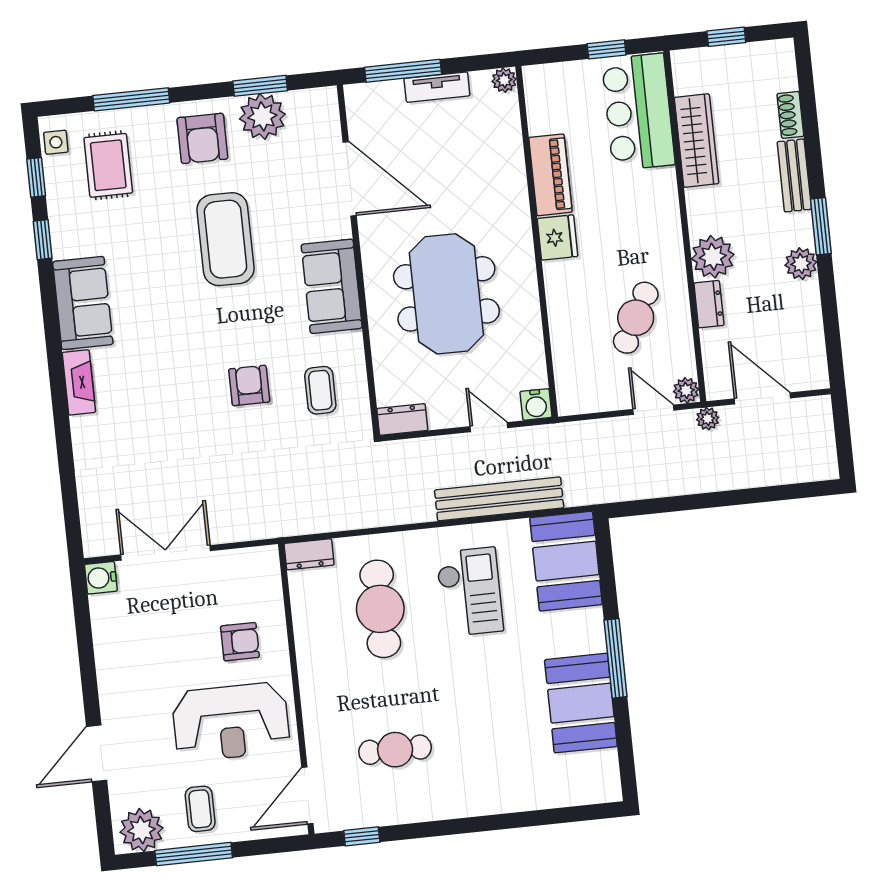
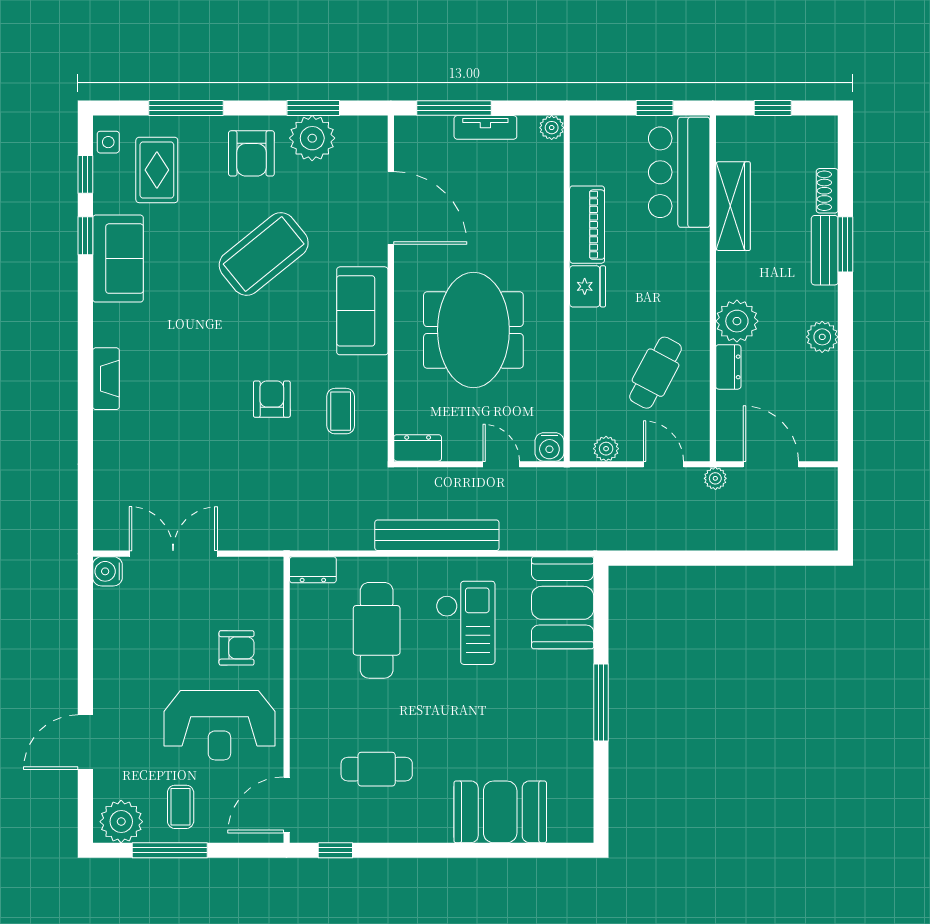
window: (821, 226) -> (845, 244), moved
coffee table: (225, 239) -> (264, 254), turned 51
sofa: (83, 303) -> (118, 259), moved
plant: (686, 390) -> (606, 449), moved
bench: (499, 499) -> (437, 535), moved
booth: (581, 703) -> (500, 812), moved, turned 90

